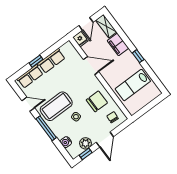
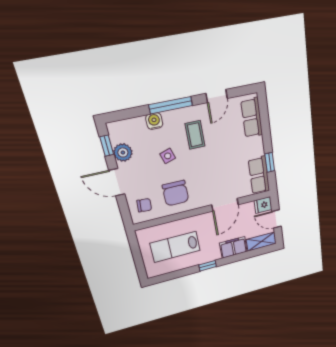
window: (36, 61) -> (270, 162), moved
row of seats: (51, 61) -> (259, 175), moved
lab bench: (133, 85) -> (175, 247), turned -90
coffee table: (56, 106) -> (195, 135), width x0.54, depth x0.58
water cooler: (66, 142) -> (154, 121), moved

